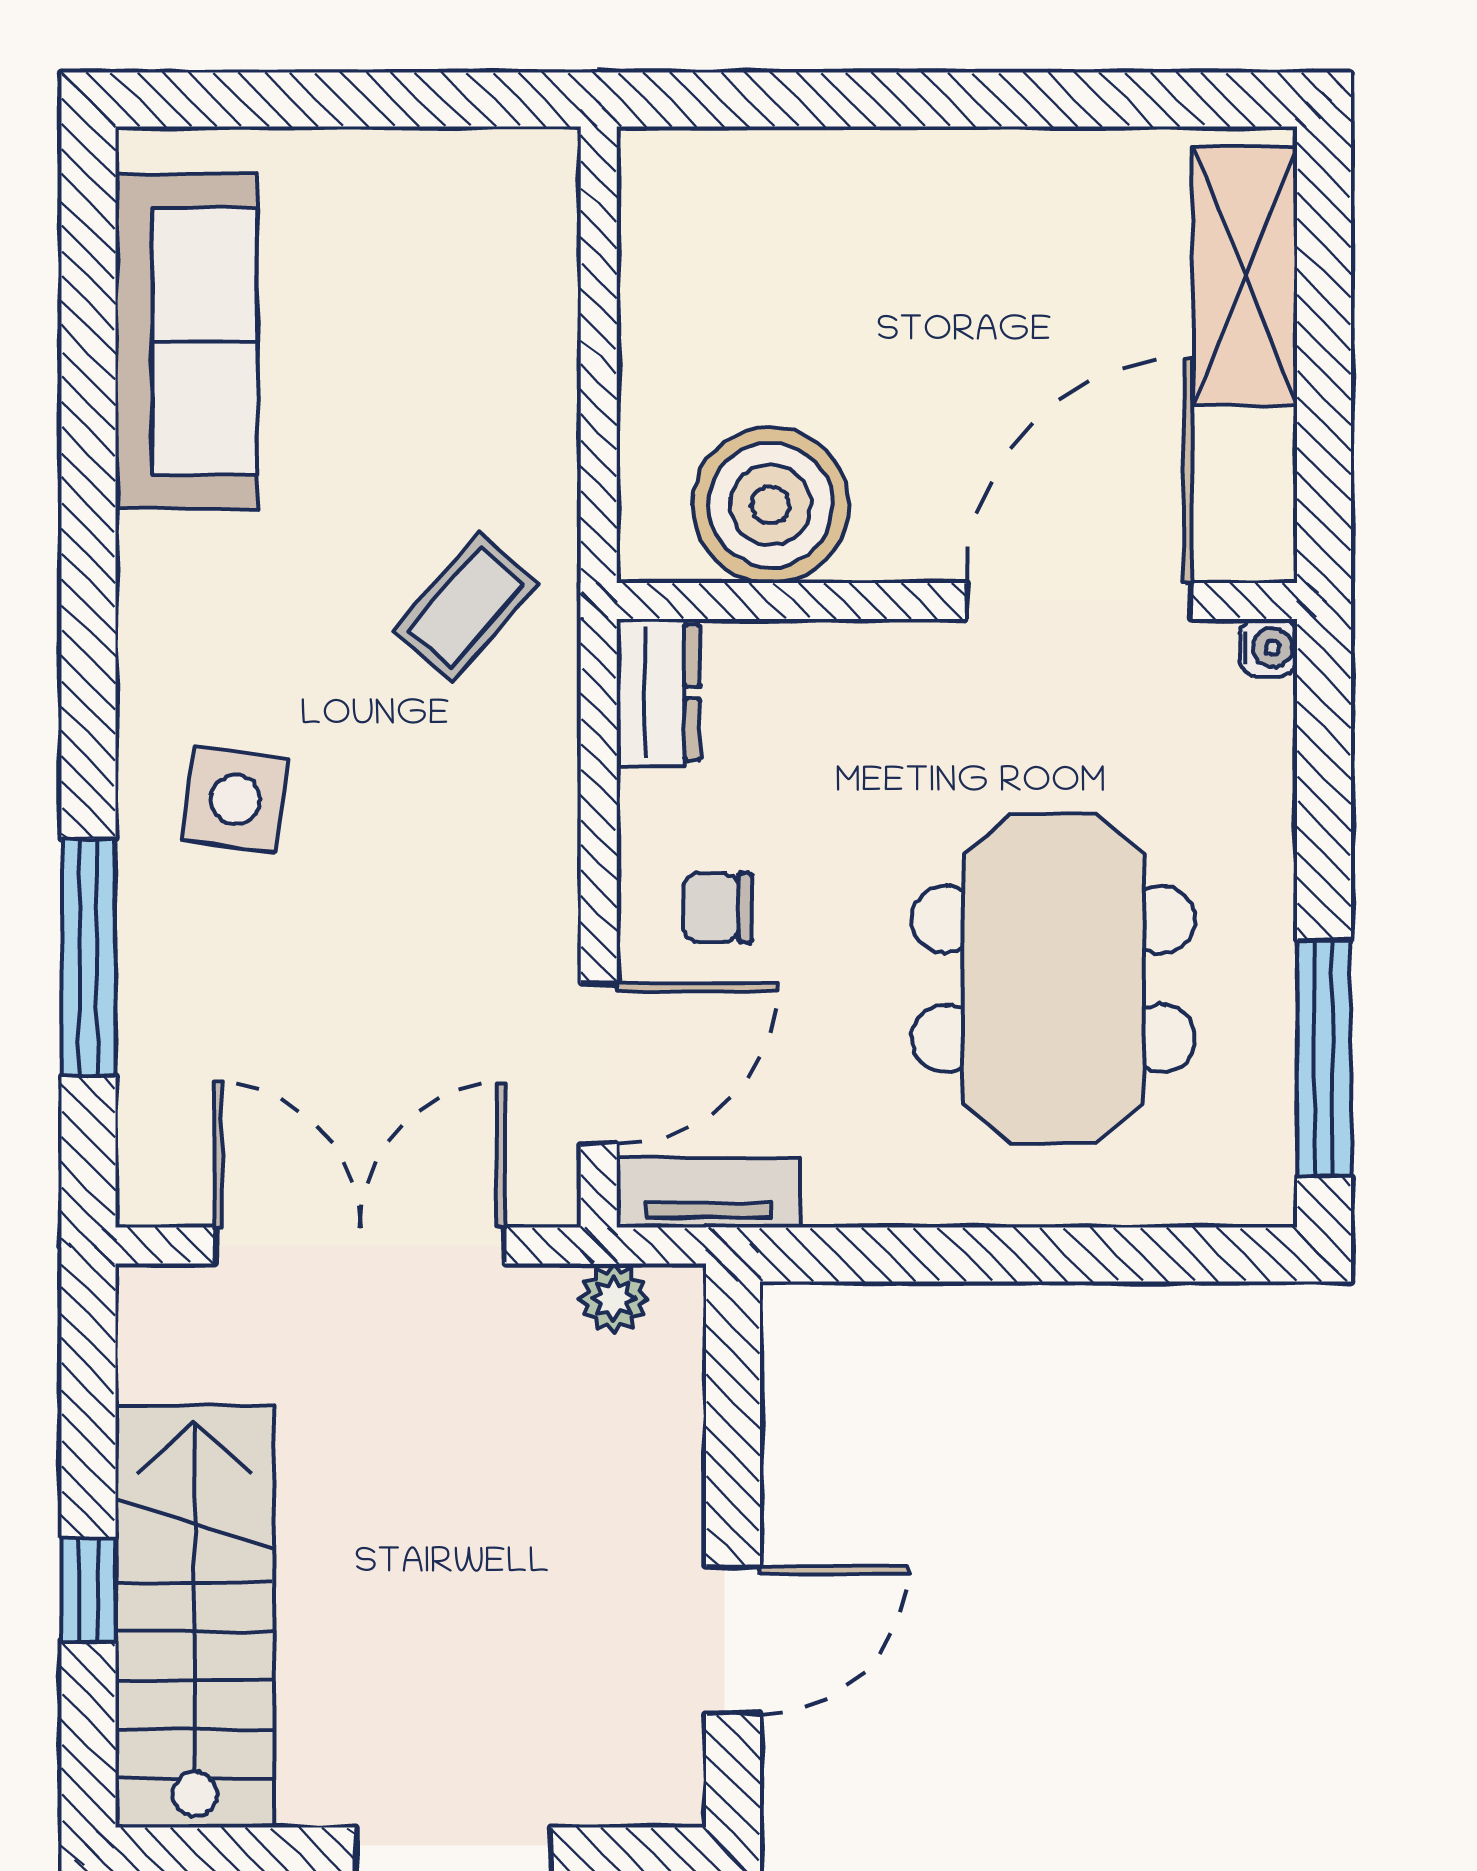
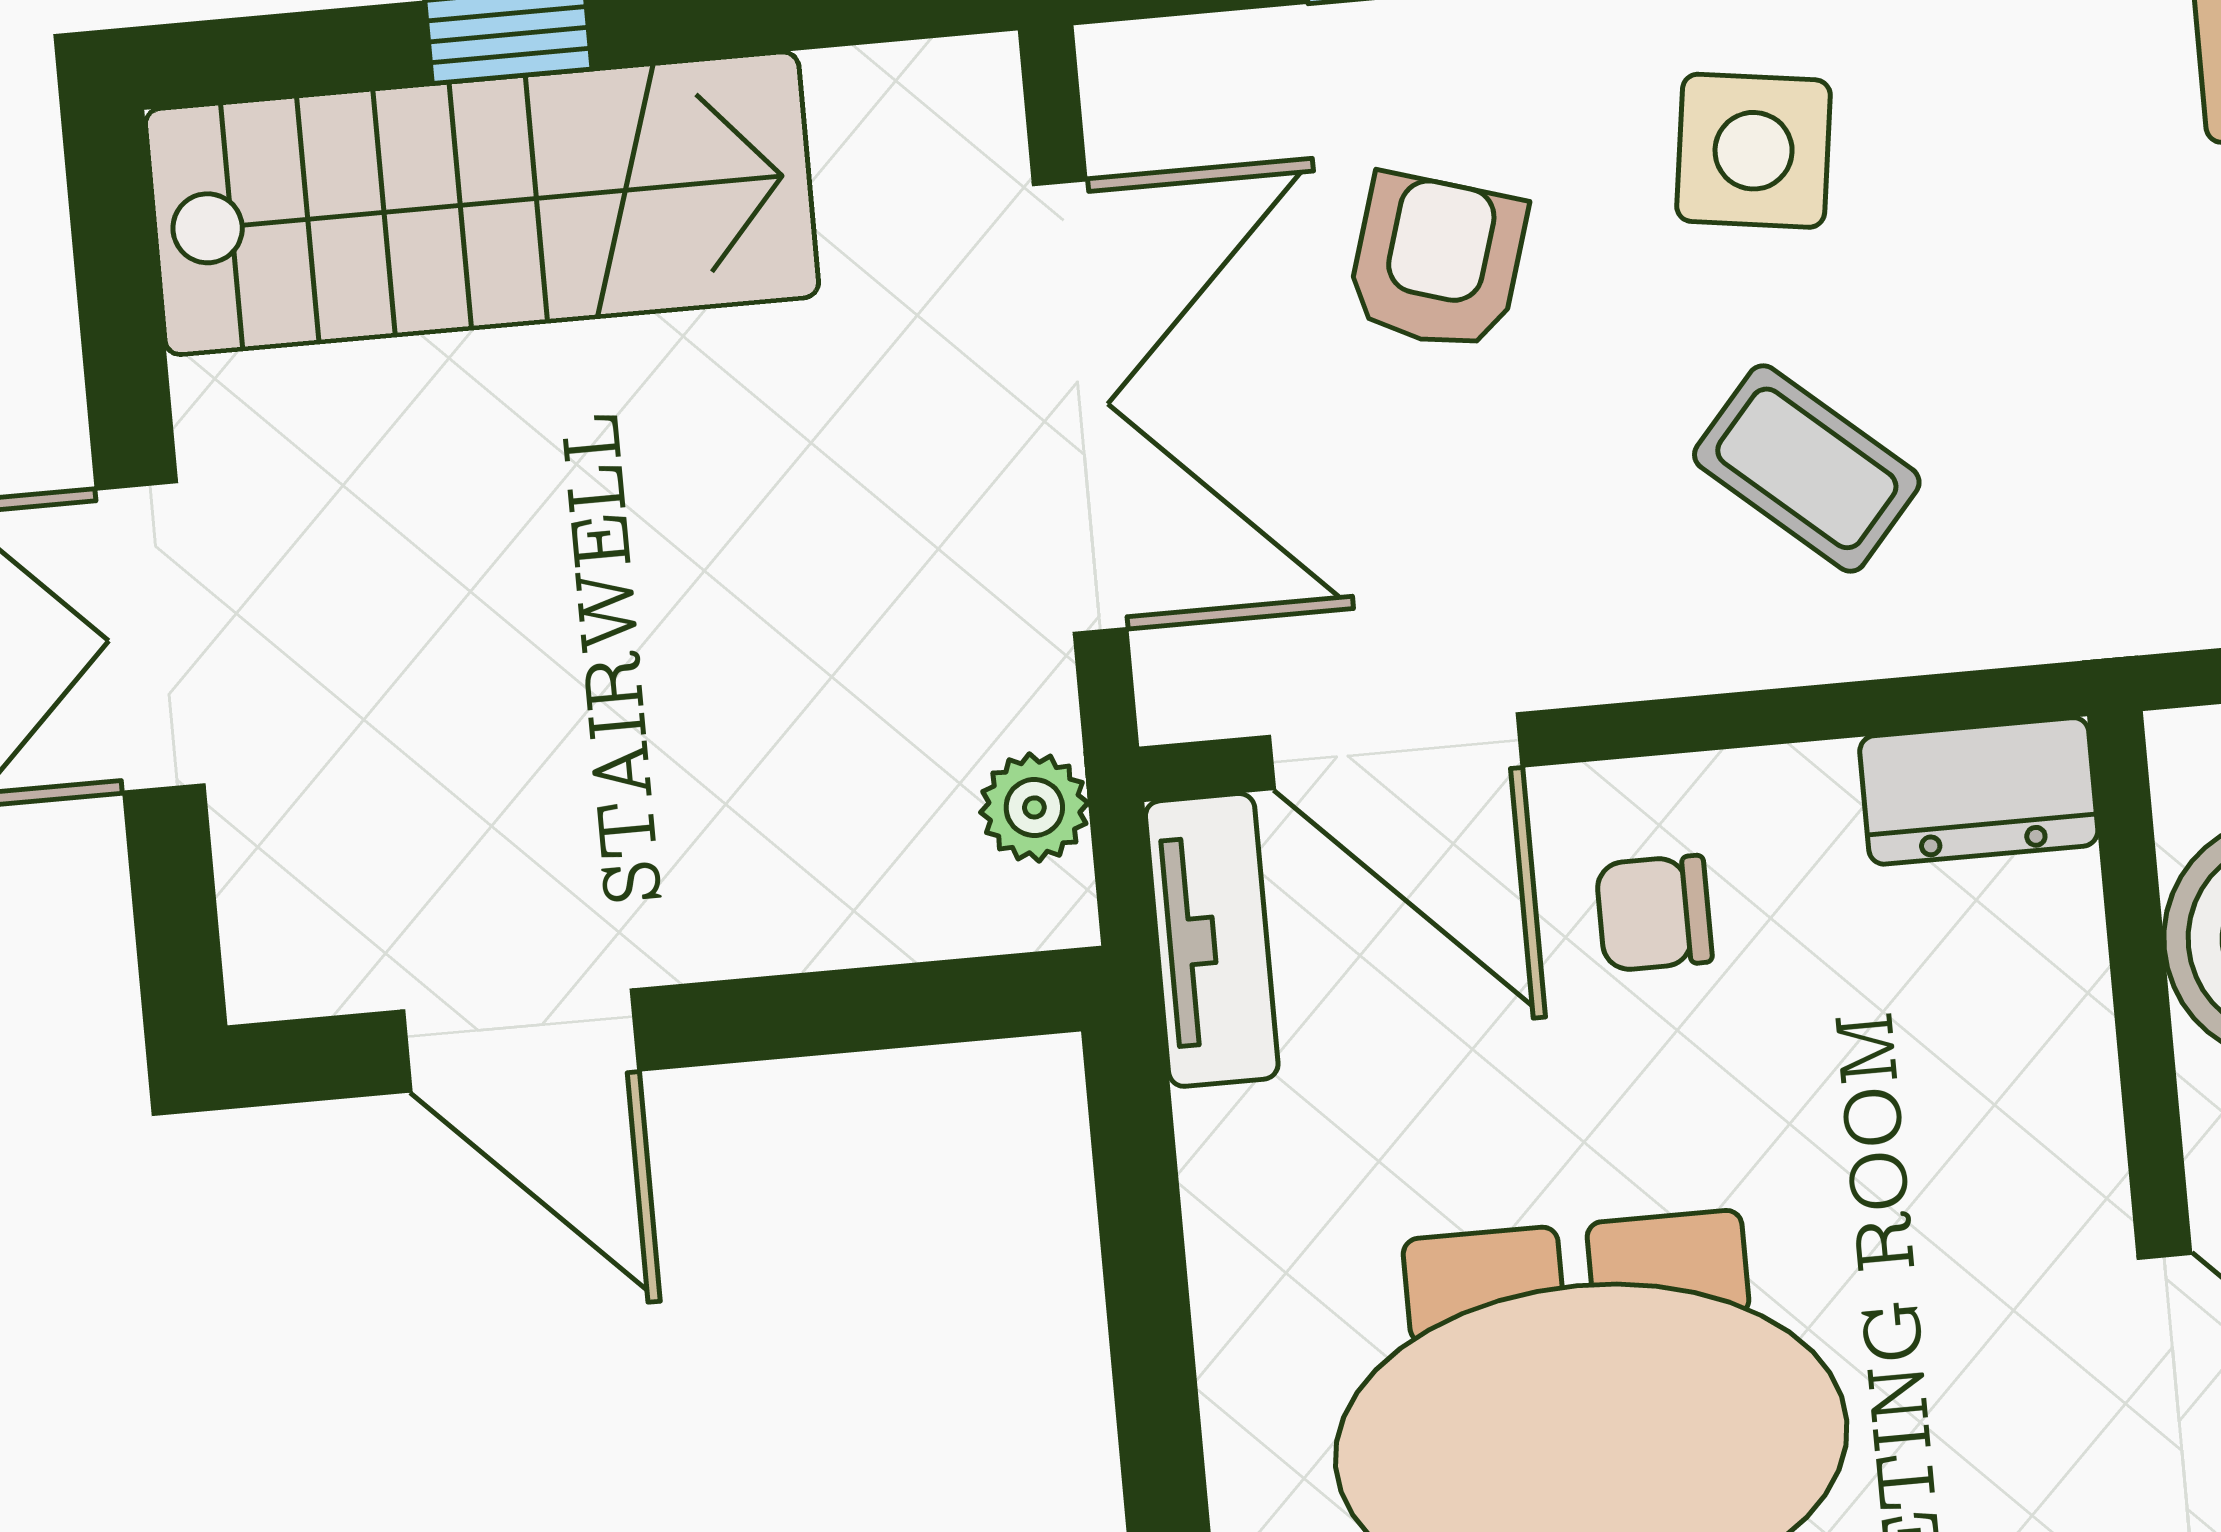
coffee table: (466, 608) -> (1807, 468), moved
chair: (717, 908) -> (1654, 913), turned -90
armchair: (288, 1009) -> (1437, 262), added

